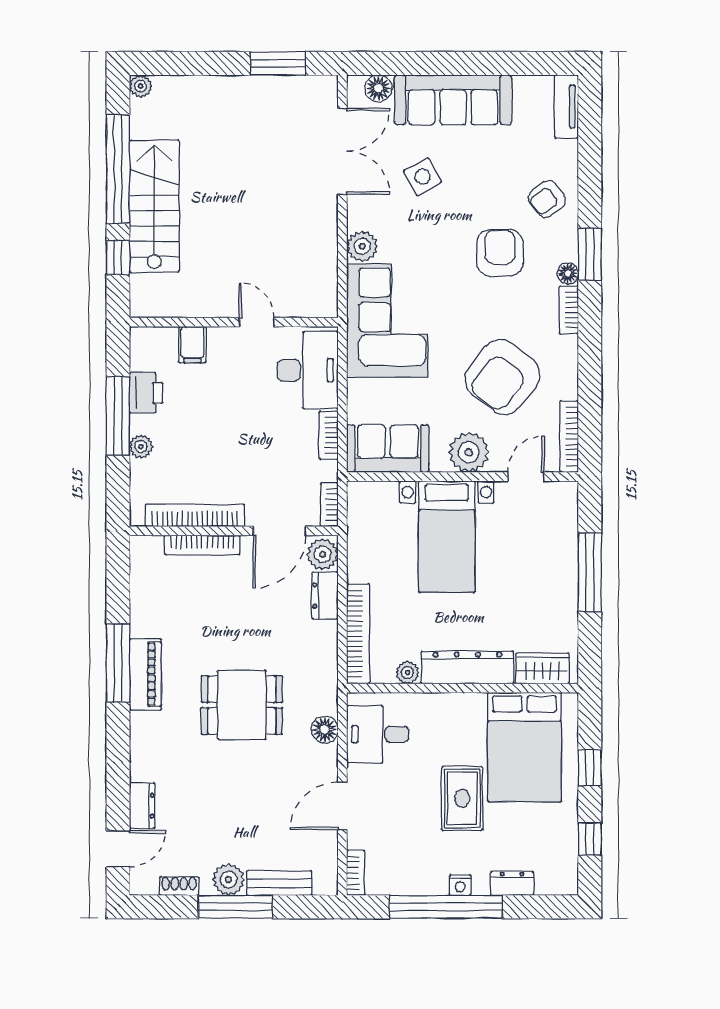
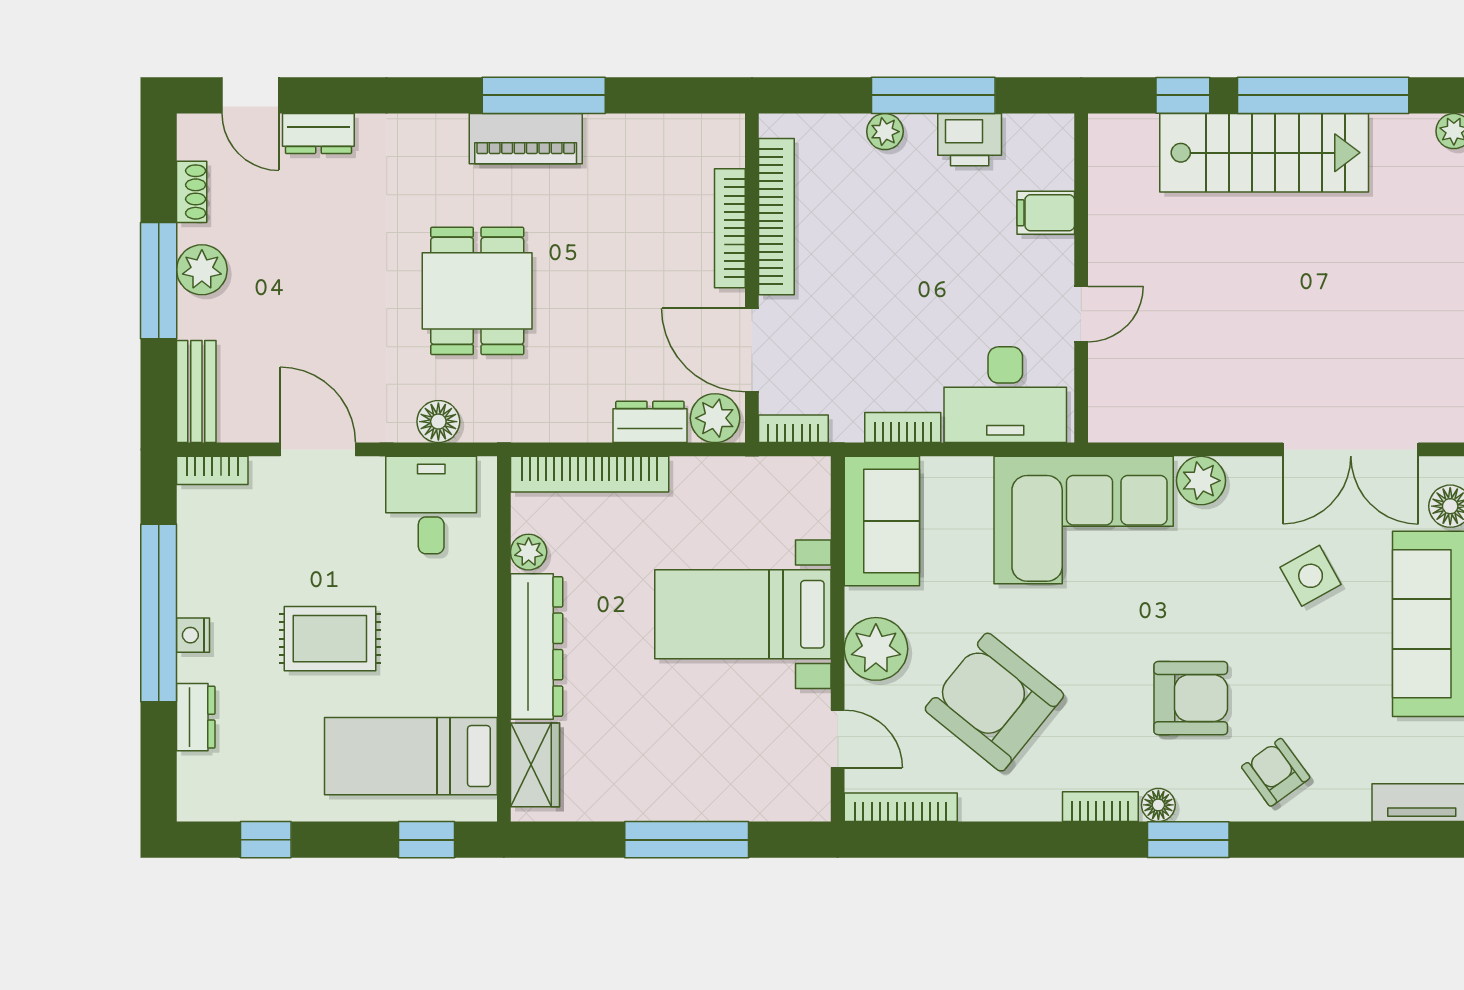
bed: (524, 747) -> (411, 756), width x0.67
window: (590, 768) -> (426, 840), moved
bench: (279, 883) -> (196, 391), moved

